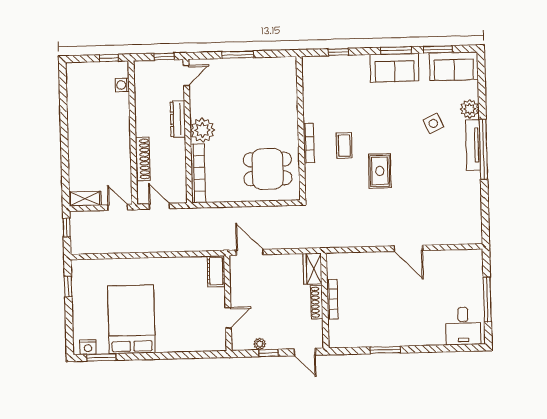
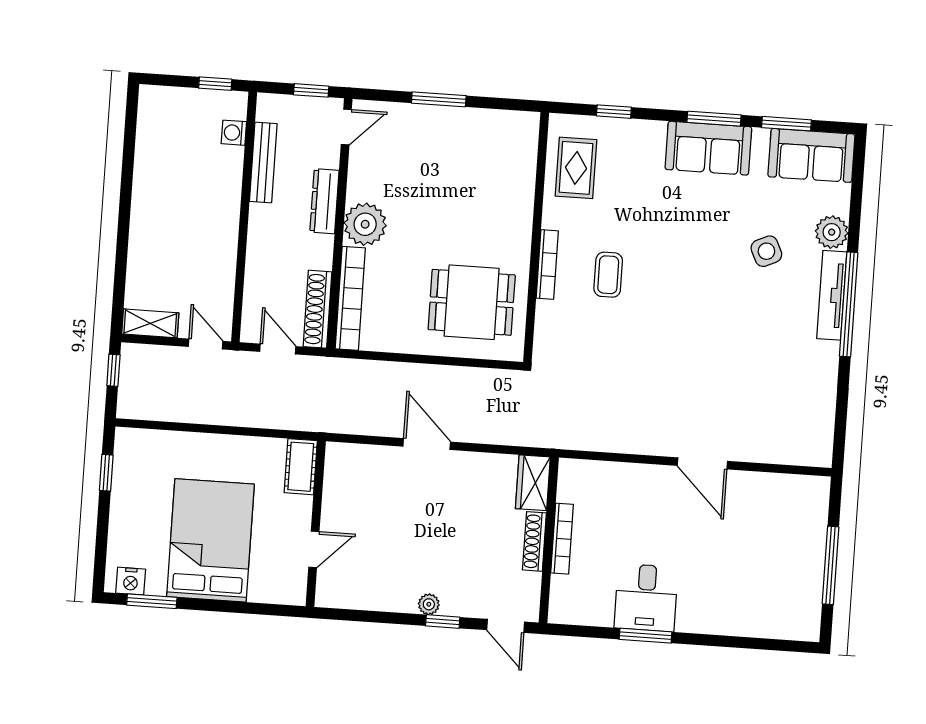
bench: (141, 100) -> (263, 162), added
shoe rack: (143, 159) -> (317, 309), moved, turned 180
rug: (380, 171) -> (576, 168), moved
cot: (216, 271) -> (301, 467), moved
wall: (228, 303) -> (316, 524), moved
door: (228, 318) -> (314, 549), moved
desk: (463, 326) -> (646, 598), moved

